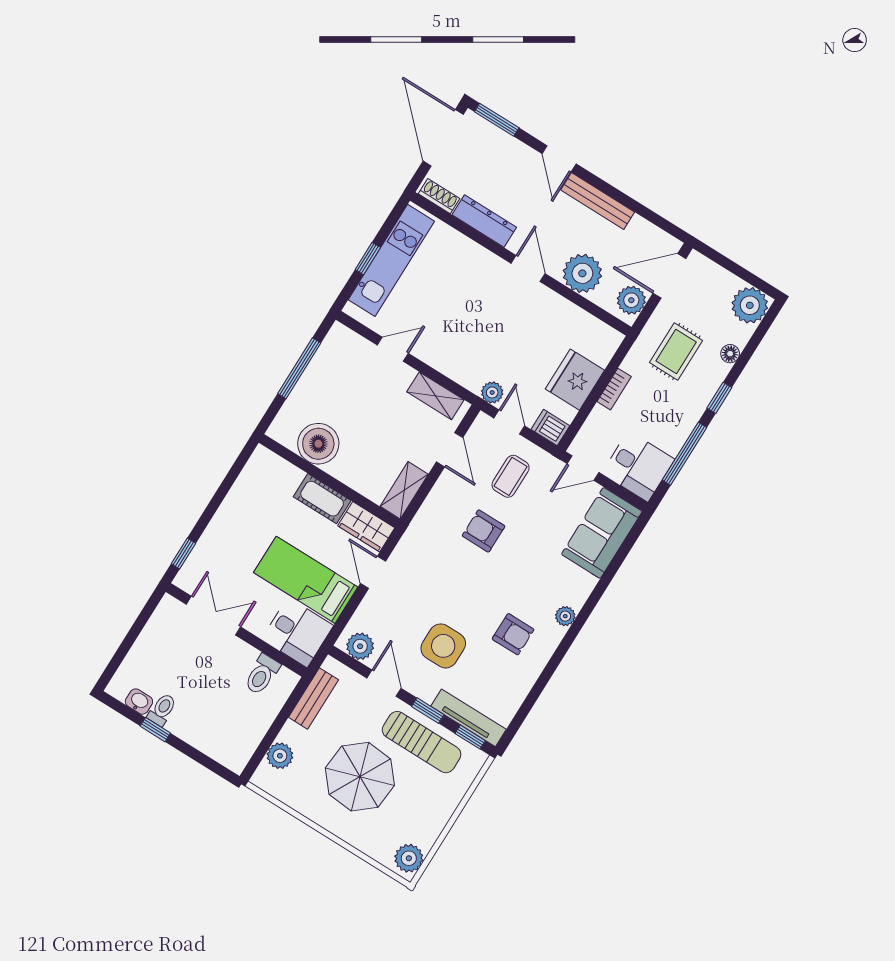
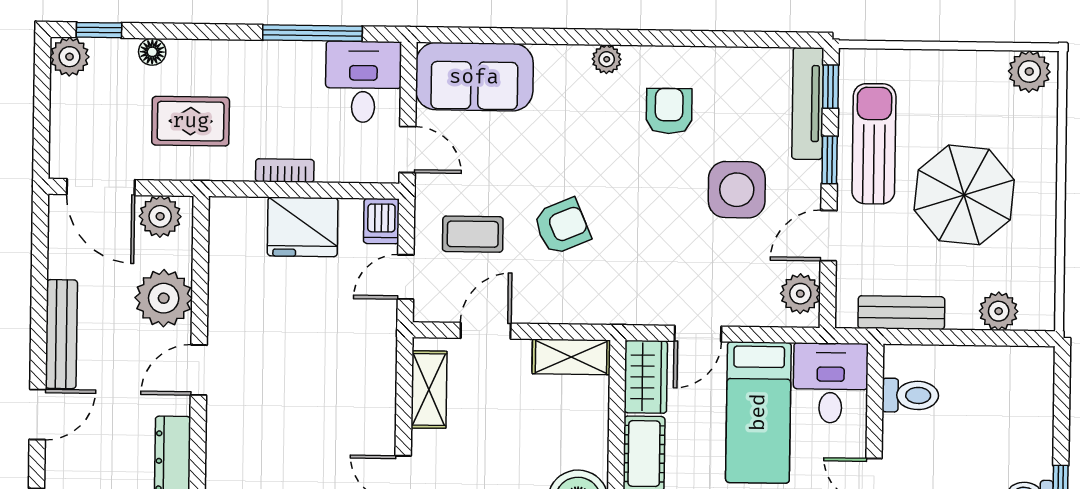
plant: (750, 305) -> (70, 57), width x0.73, depth x0.73
plant: (492, 392) -> (382, 321), removed
window: (719, 398) -> (99, 30), moved
armchair: (484, 531) -> (562, 226), turned -113

